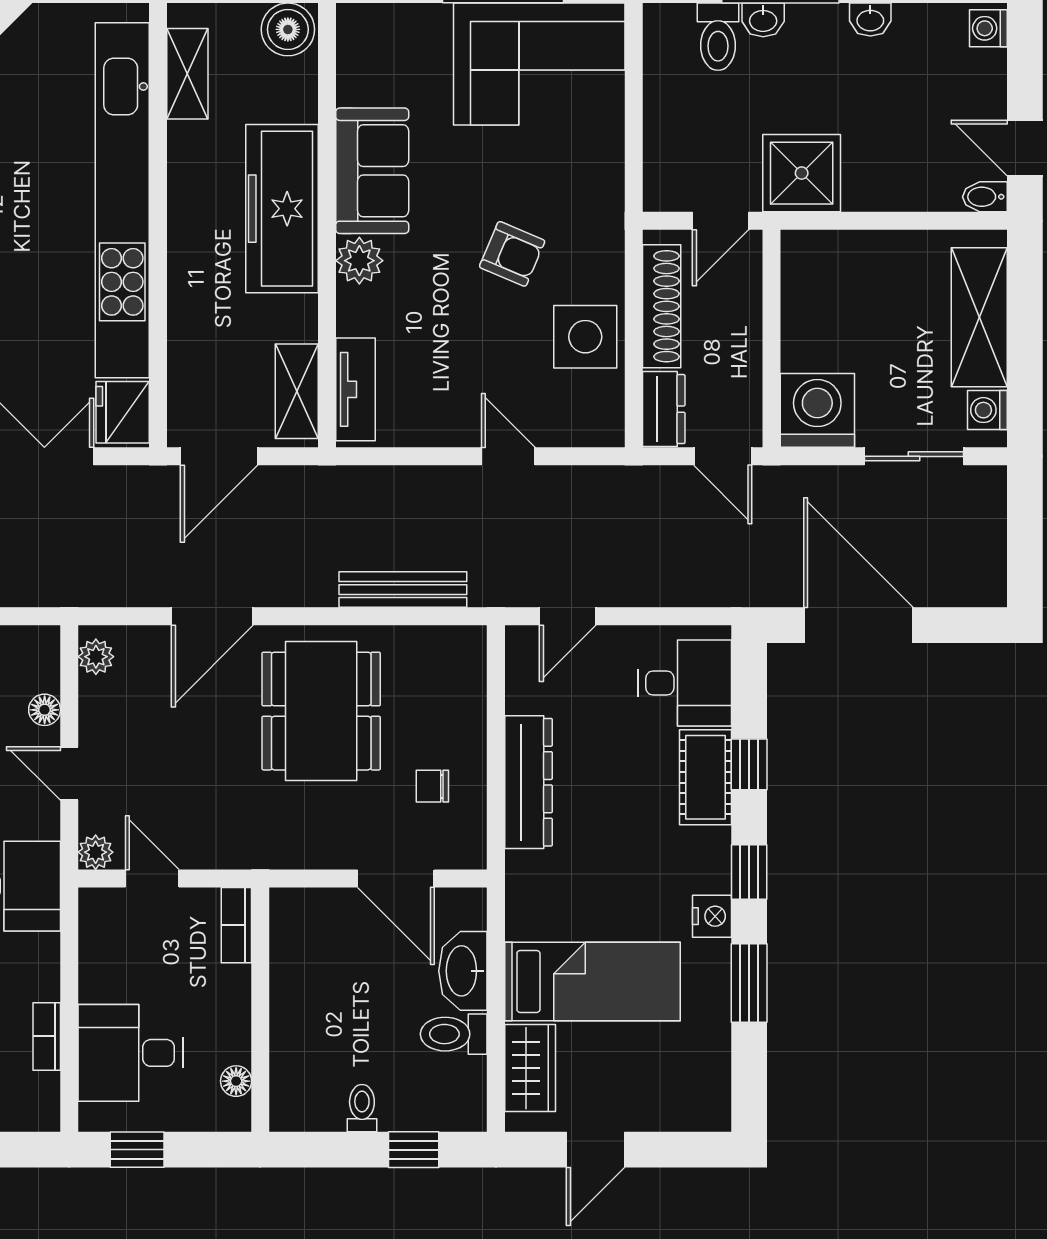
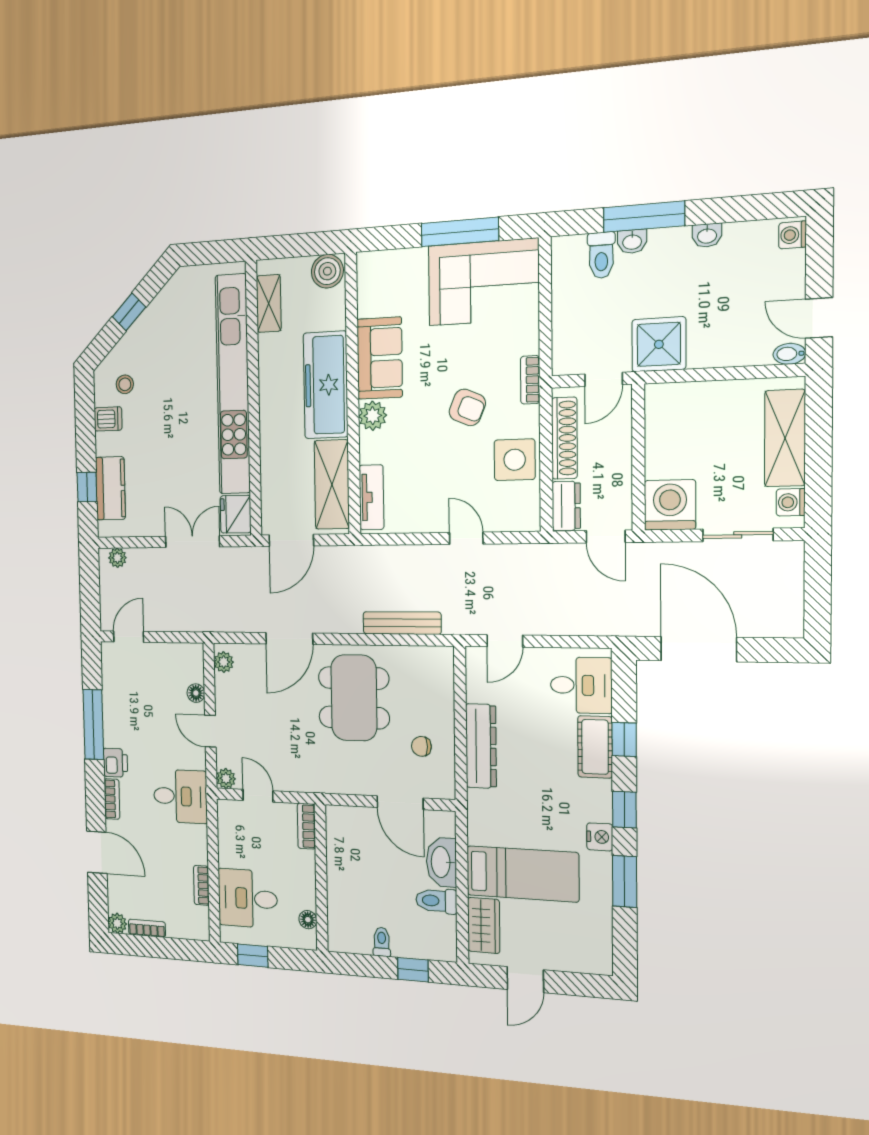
bookcase: (610, 216) -> (530, 380), added
shelving: (297, 391) -> (332, 484), width x1.50, depth x1.33

